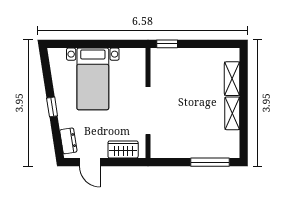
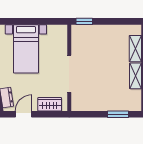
door: (90, 162) -> (24, 114), swing flipped
window: (210, 162) -> (118, 114), width x0.69

